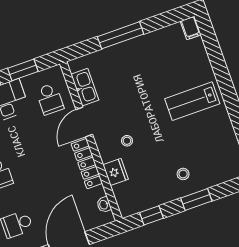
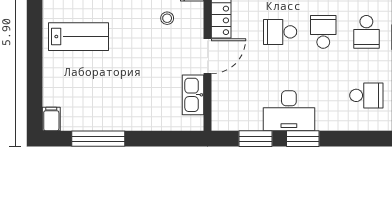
window: (121, 35) -> (98, 139), moved
school desk: (50, 99) -> (280, 32), moved, turned -90

